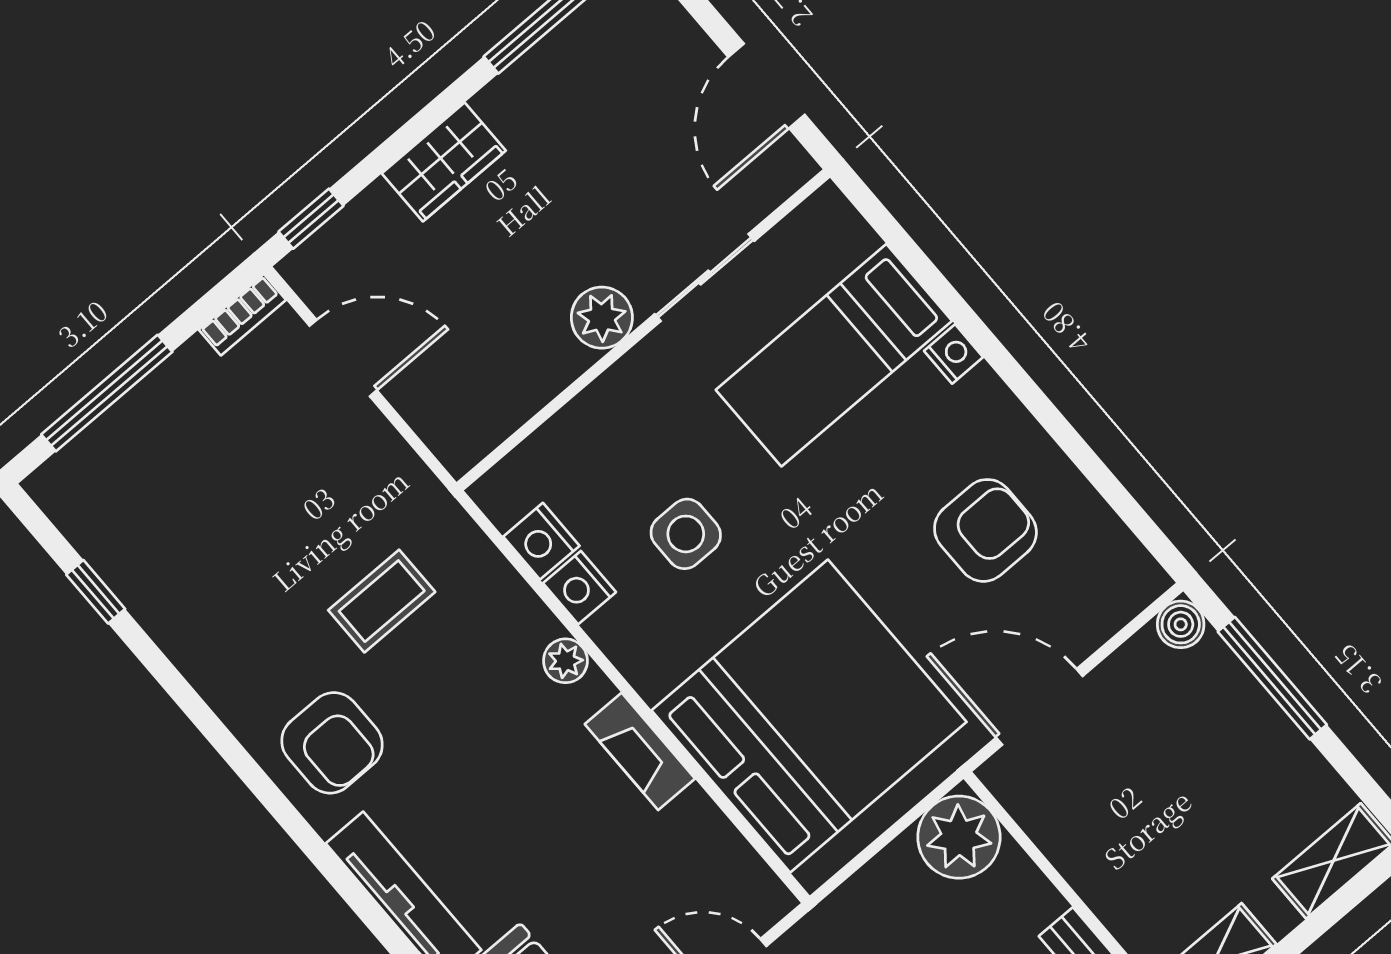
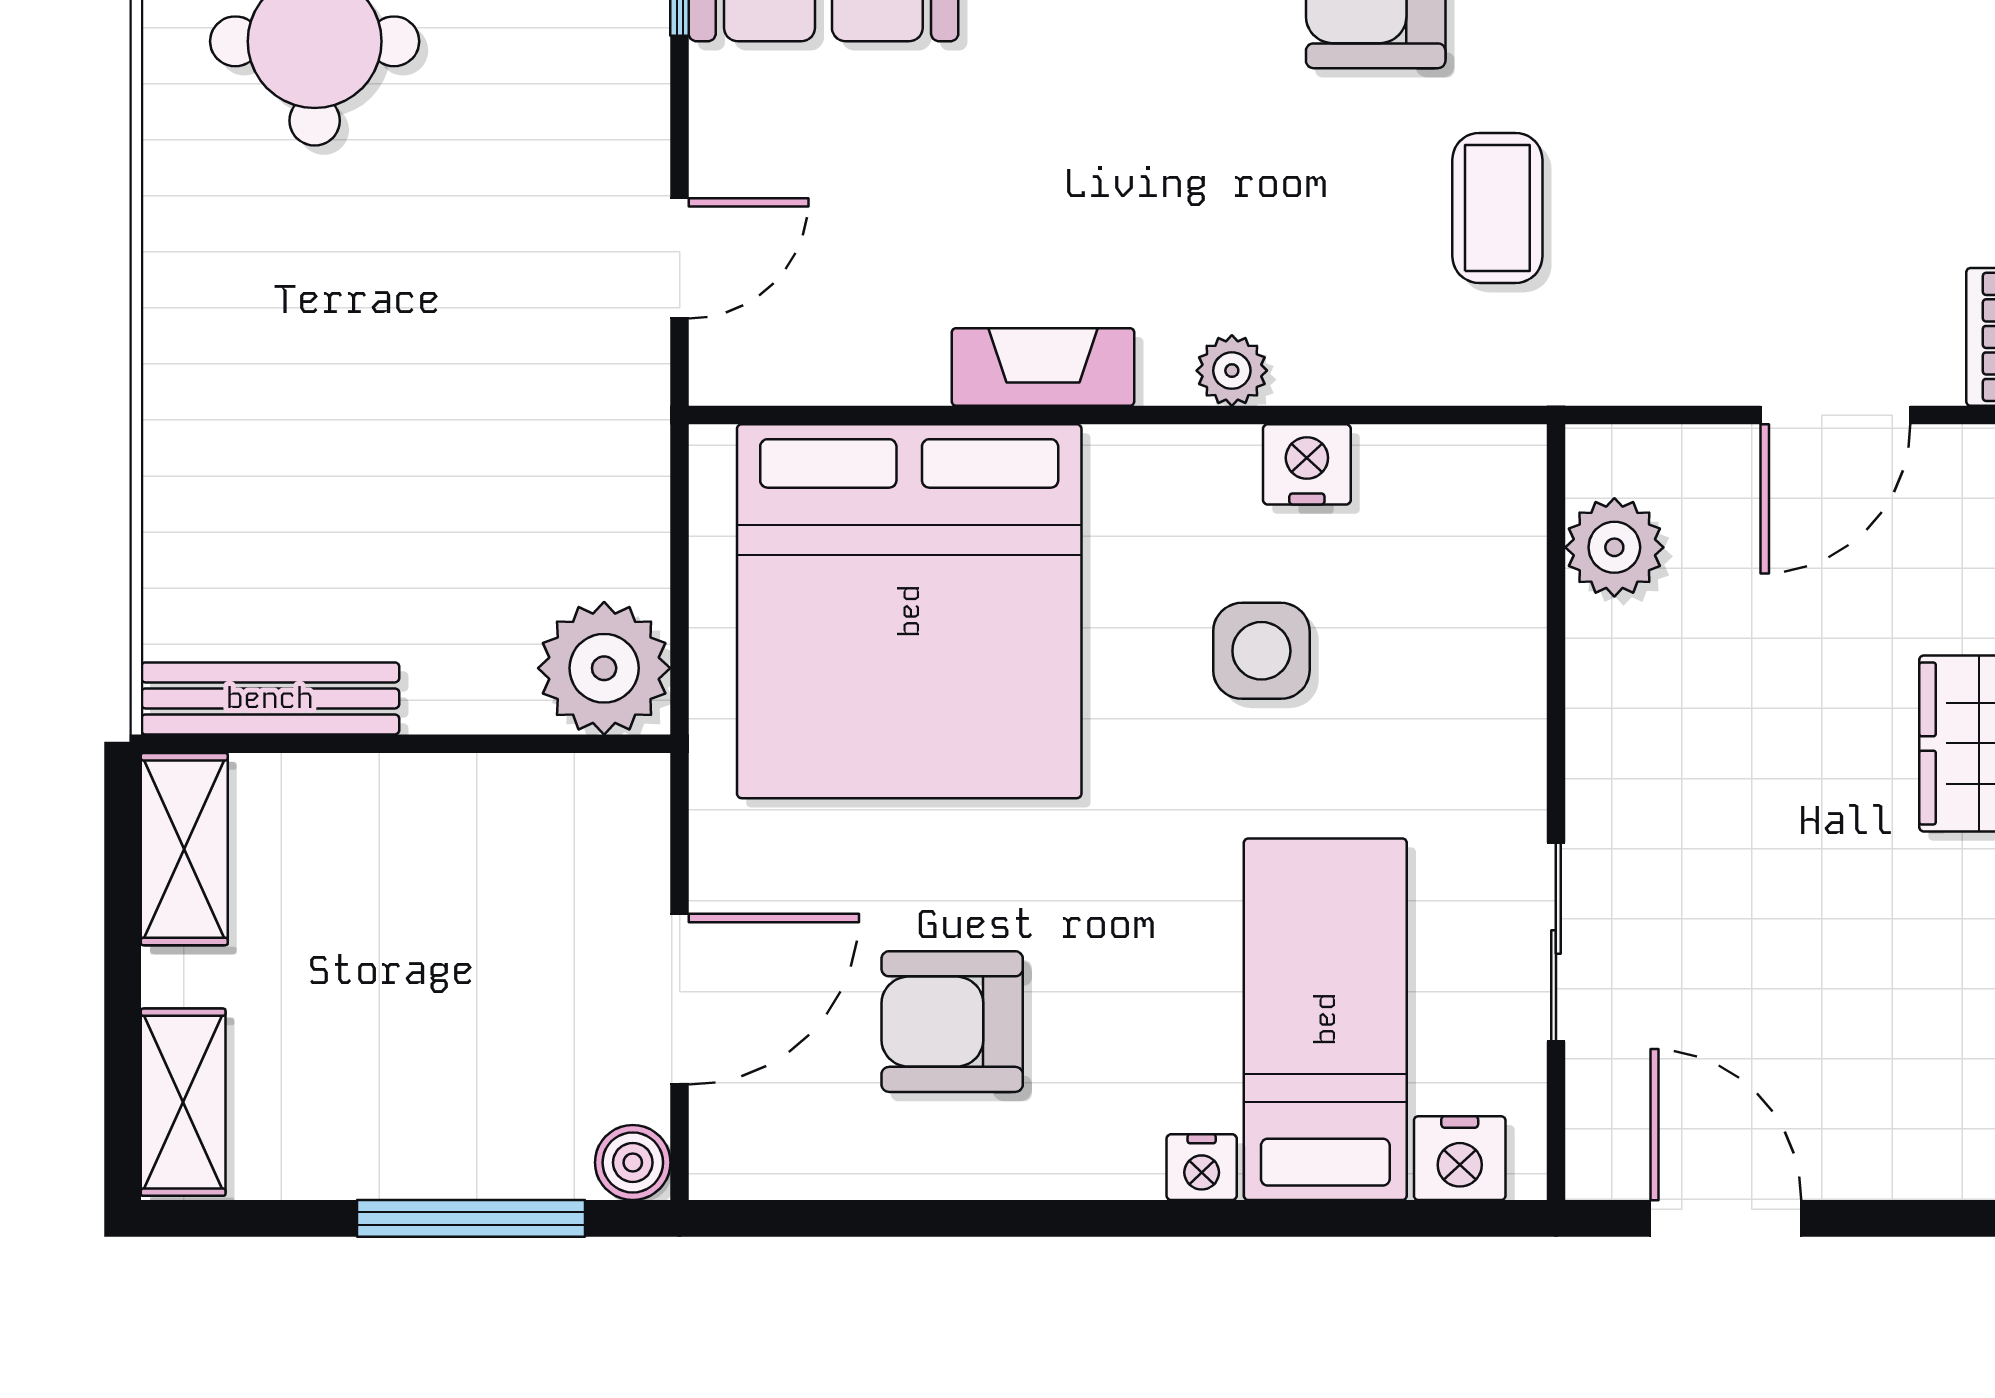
plant: (602, 318) -> (1614, 547), moved
armchair: (985, 530) -> (952, 1022), turned 90
nightstand: (541, 541) -> (1460, 1158), moved, turned 180
door: (1039, 707) -> (680, 999), moved

